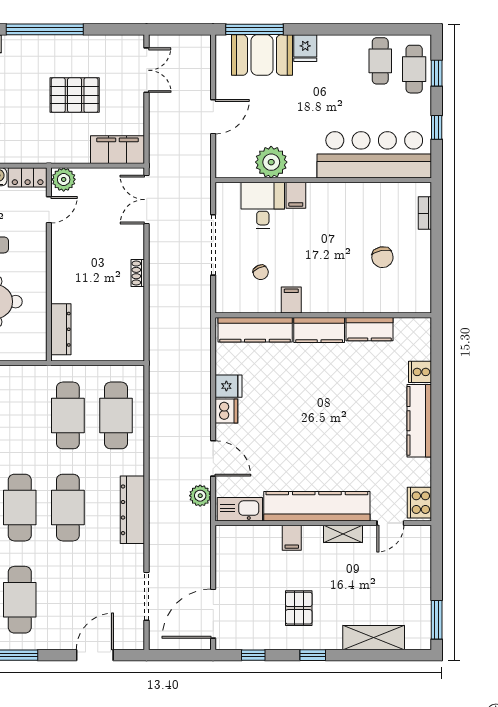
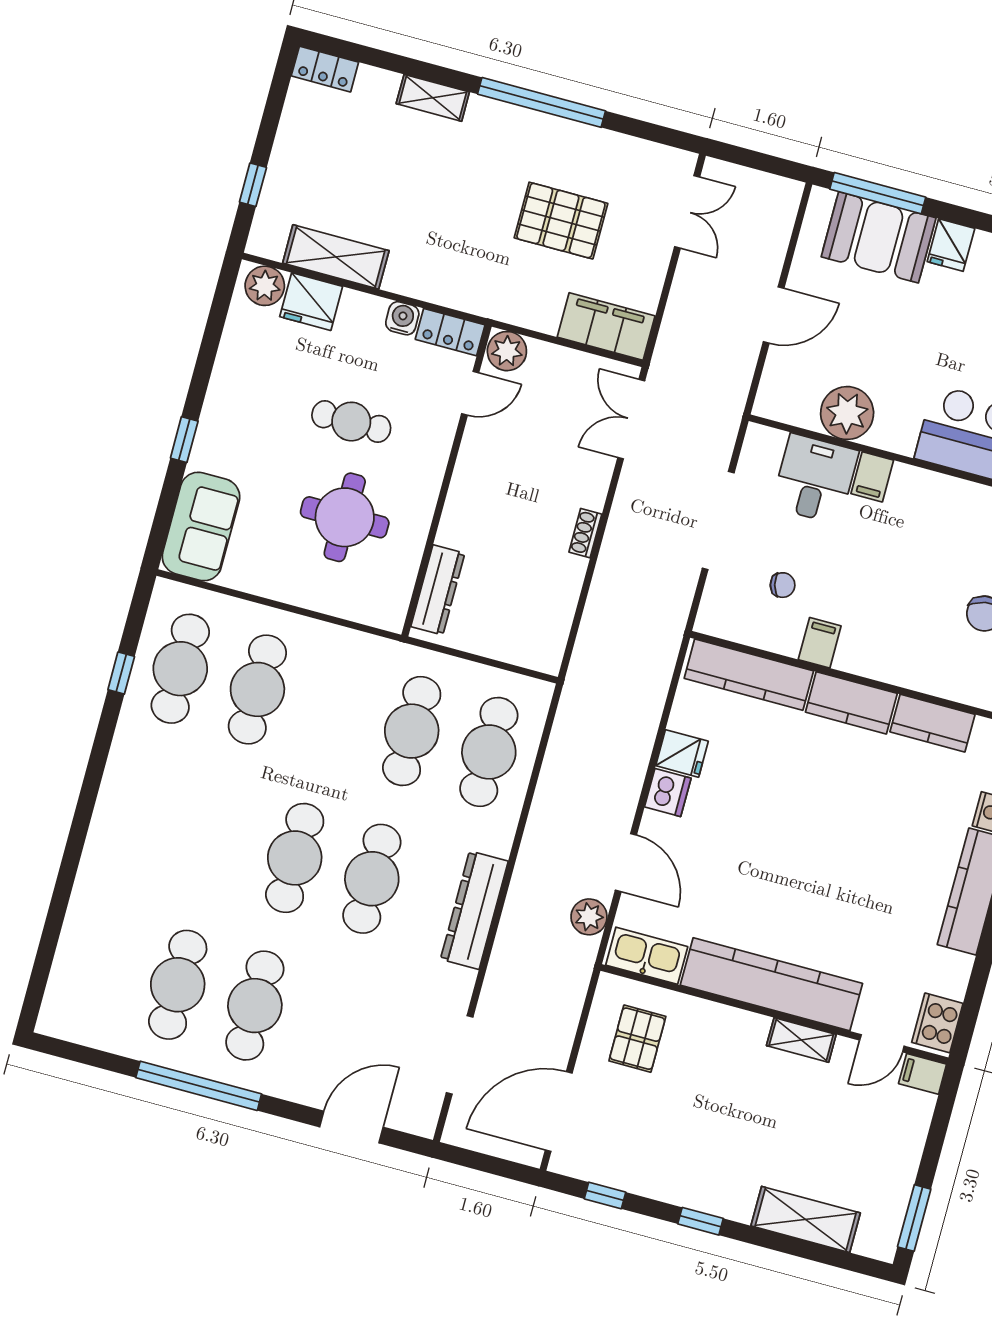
chair: (261, 272) -> (783, 585), turned -79
filing cabinet: (292, 538) -> (923, 1074), moved, turned 90
pallet: (299, 608) -> (637, 1039), moved

